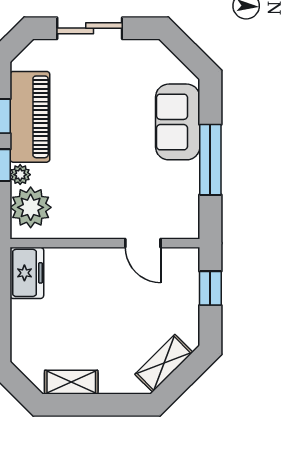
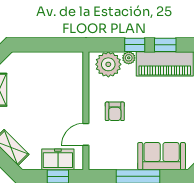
armchair: (106, 197) -> (115, 111), added
freezer: (27, 273) -> (58, 159), moved, turned 180

